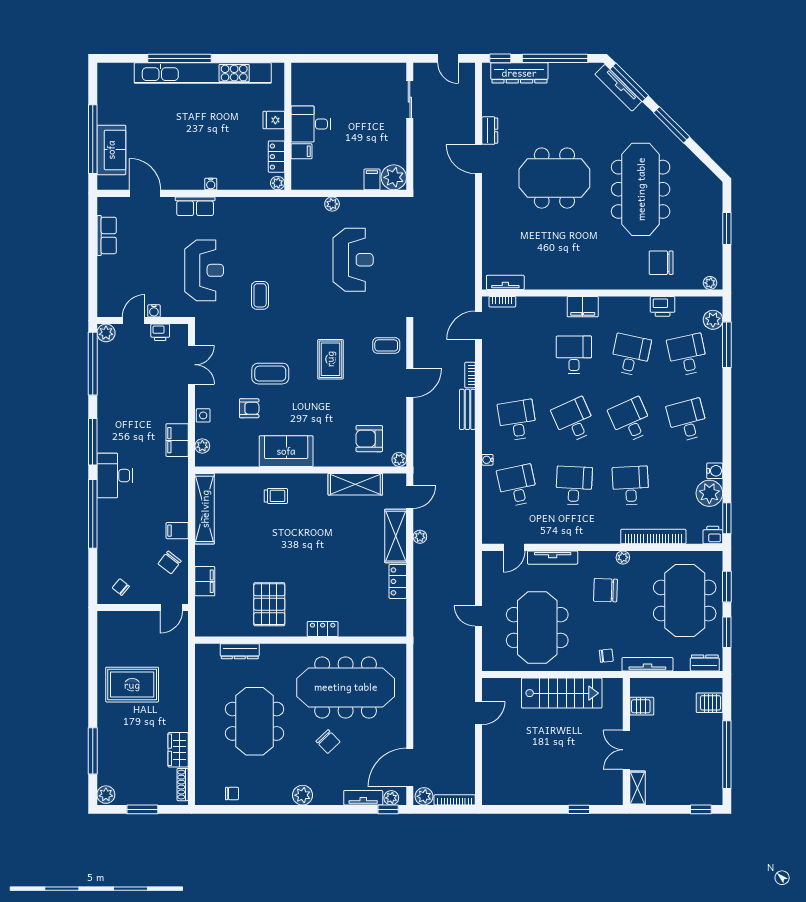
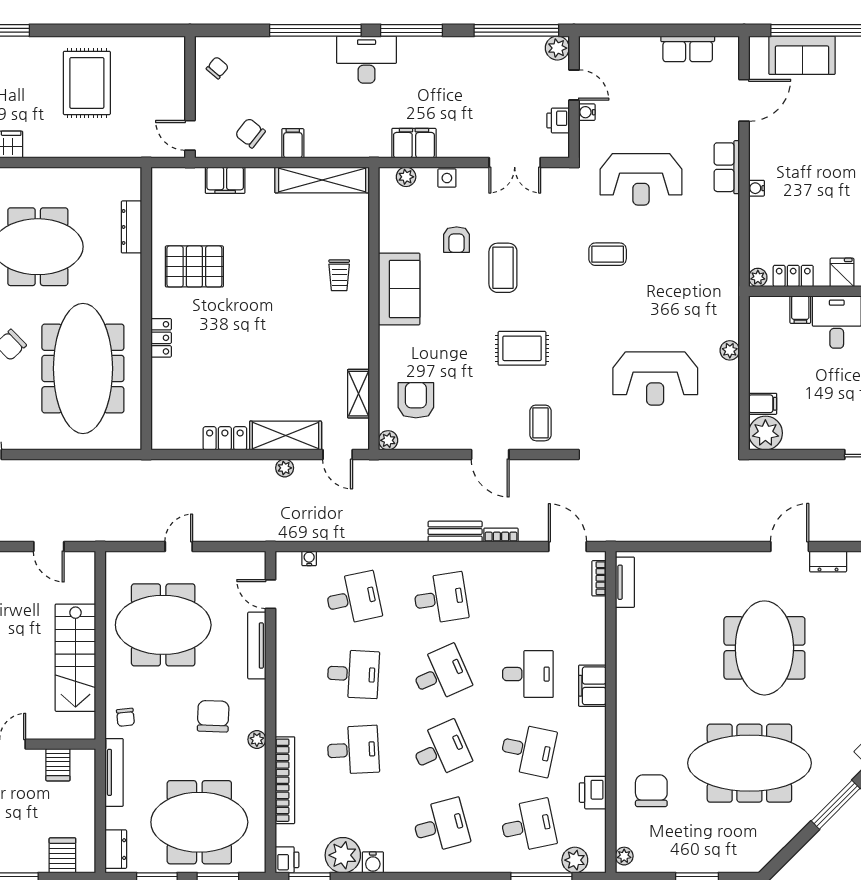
water cooler: (487, 460) -> (309, 558), moved
shelving: (355, 484) -> (358, 394), width x0.67, depth x0.75

